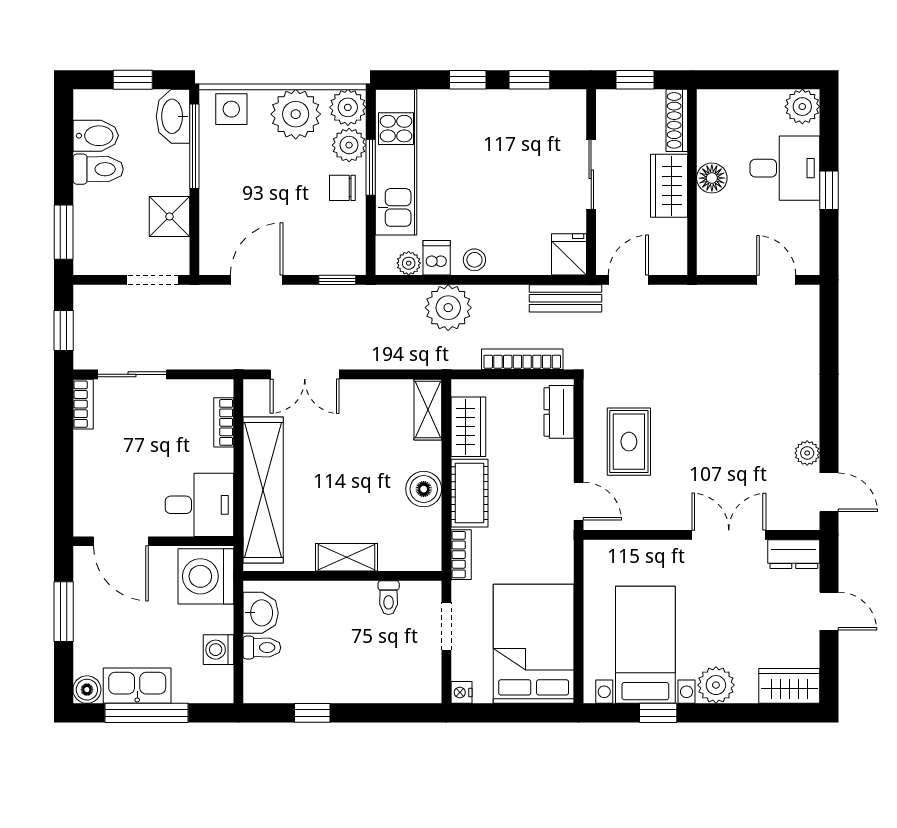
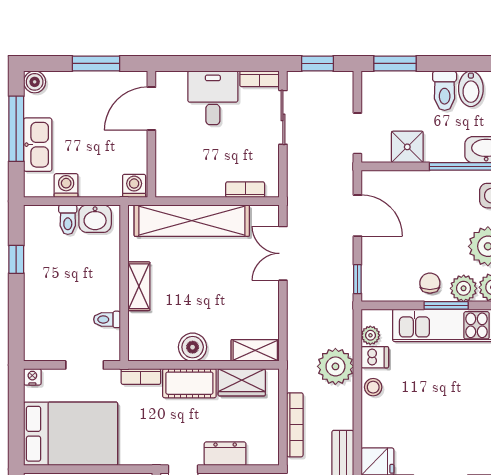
dresser: (559, 412) -> (225, 454), moved
desk: (200, 505) -> (213, 98), moved, turned 180
washing machine: (206, 576) -> (134, 186), width x0.53, depth x0.53
kitchen sink: (137, 686) -> (38, 145), moved

